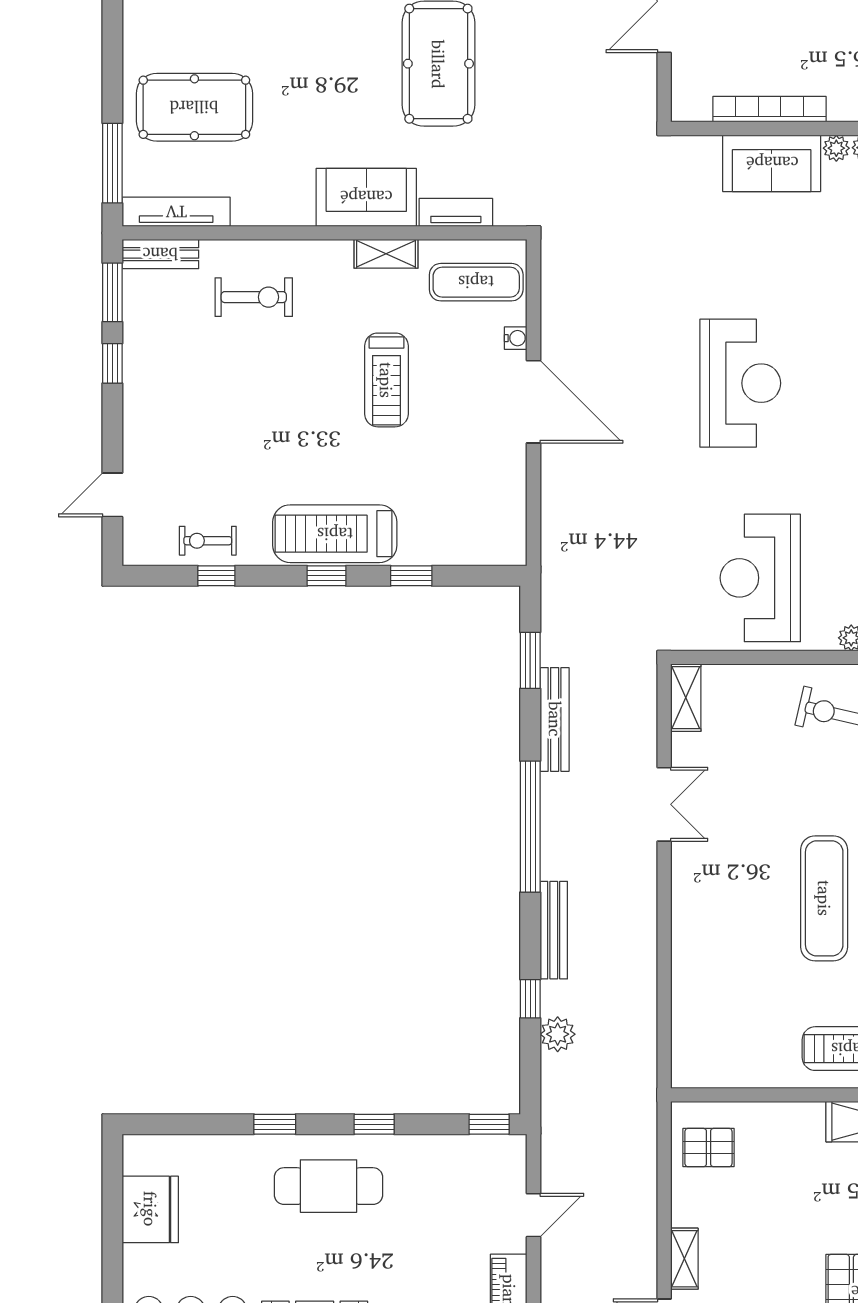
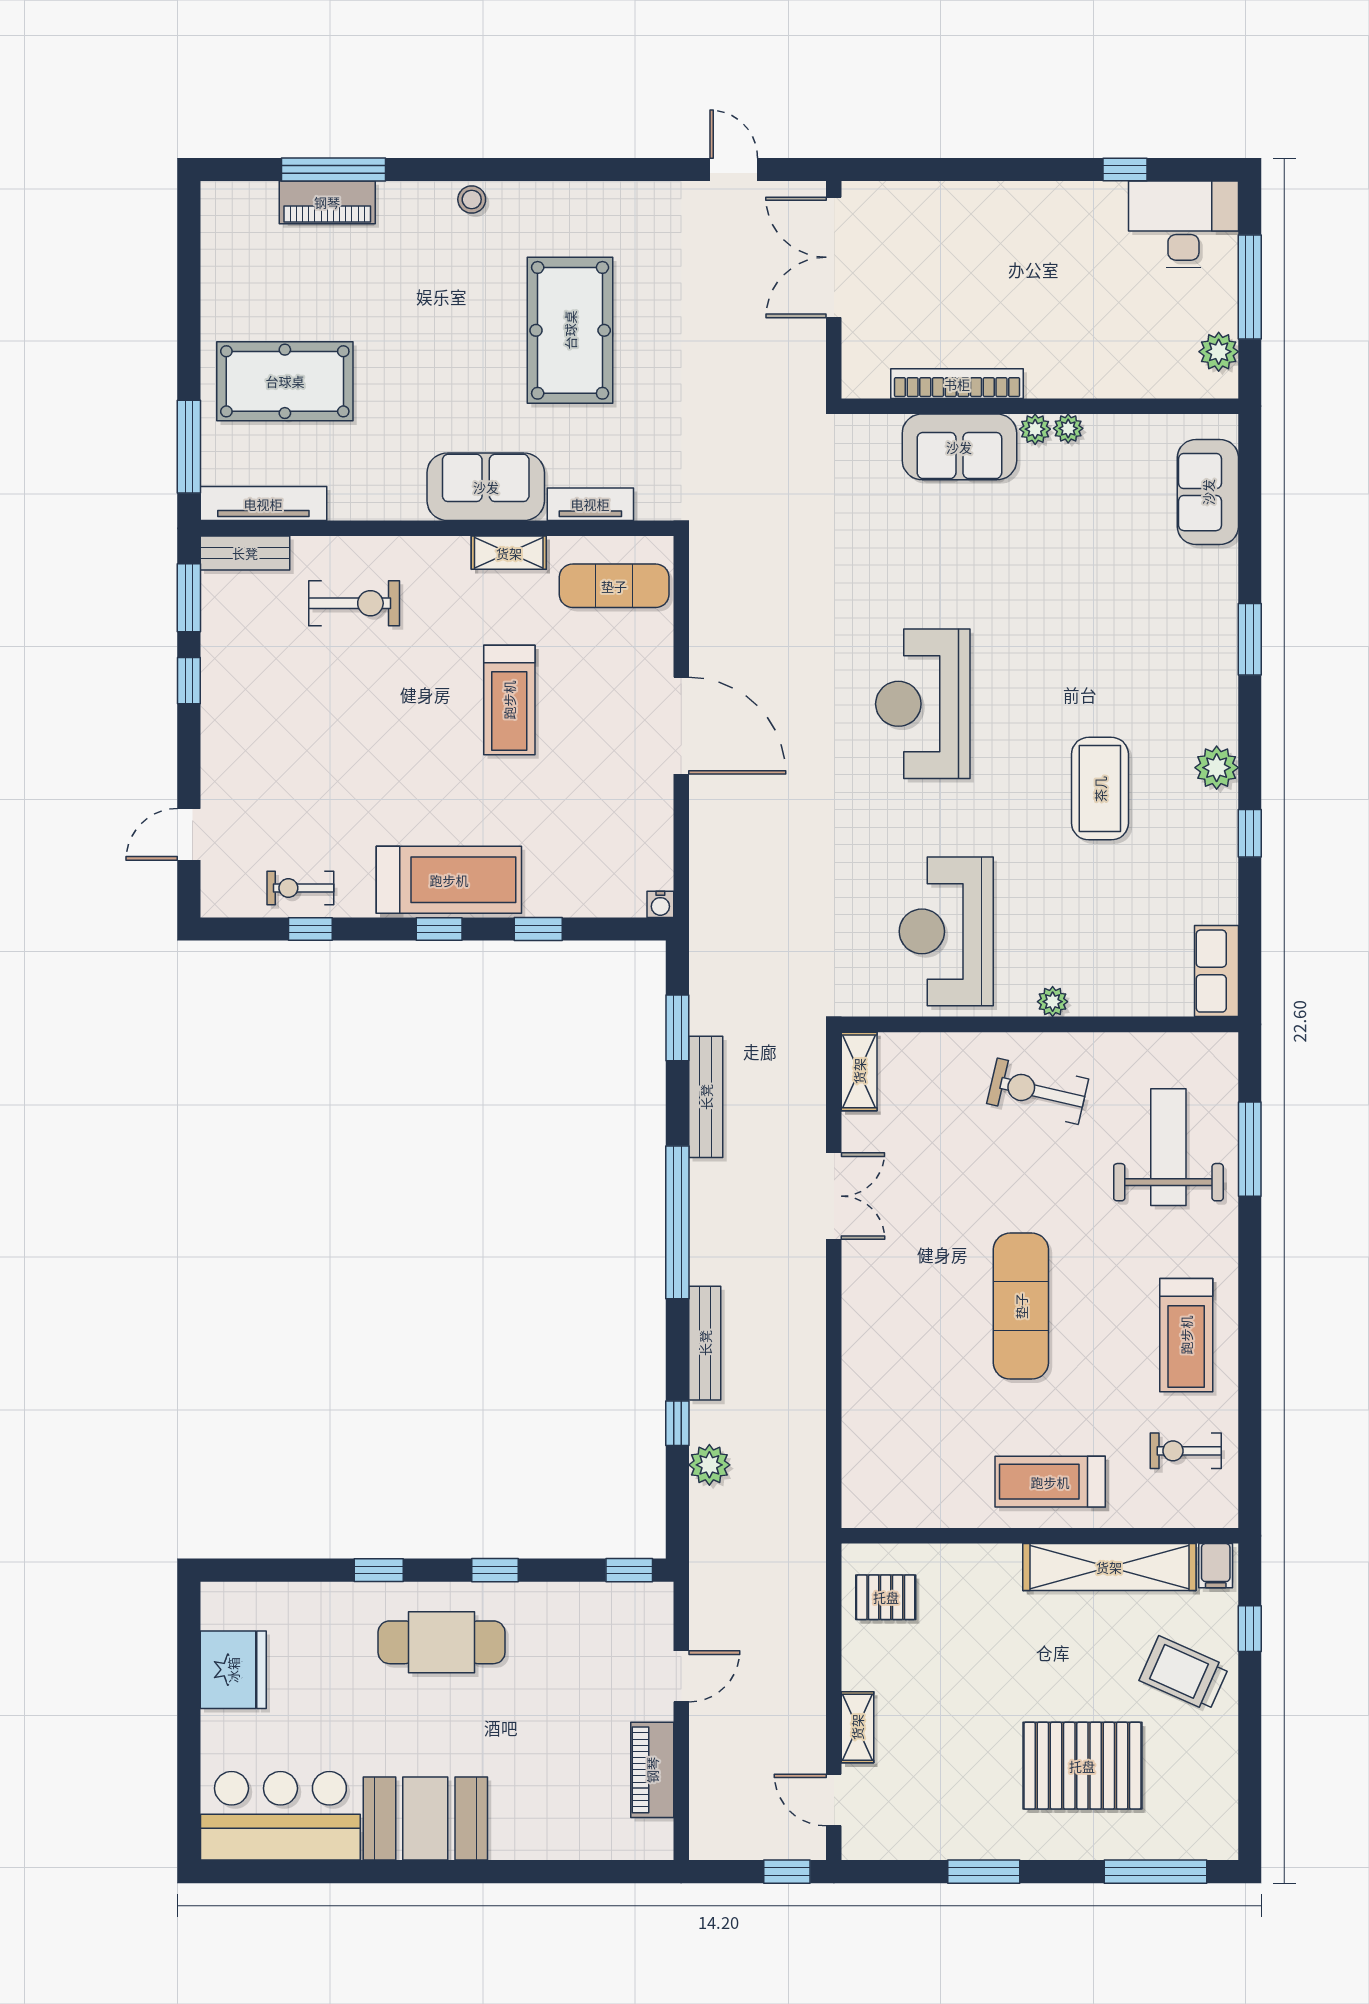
water cooler: (516, 338) -> (660, 904), moved, turned 90
reception desk: (740, 383) -> (923, 704), turned 180
treadmill: (335, 534) -> (449, 880), turned 180

